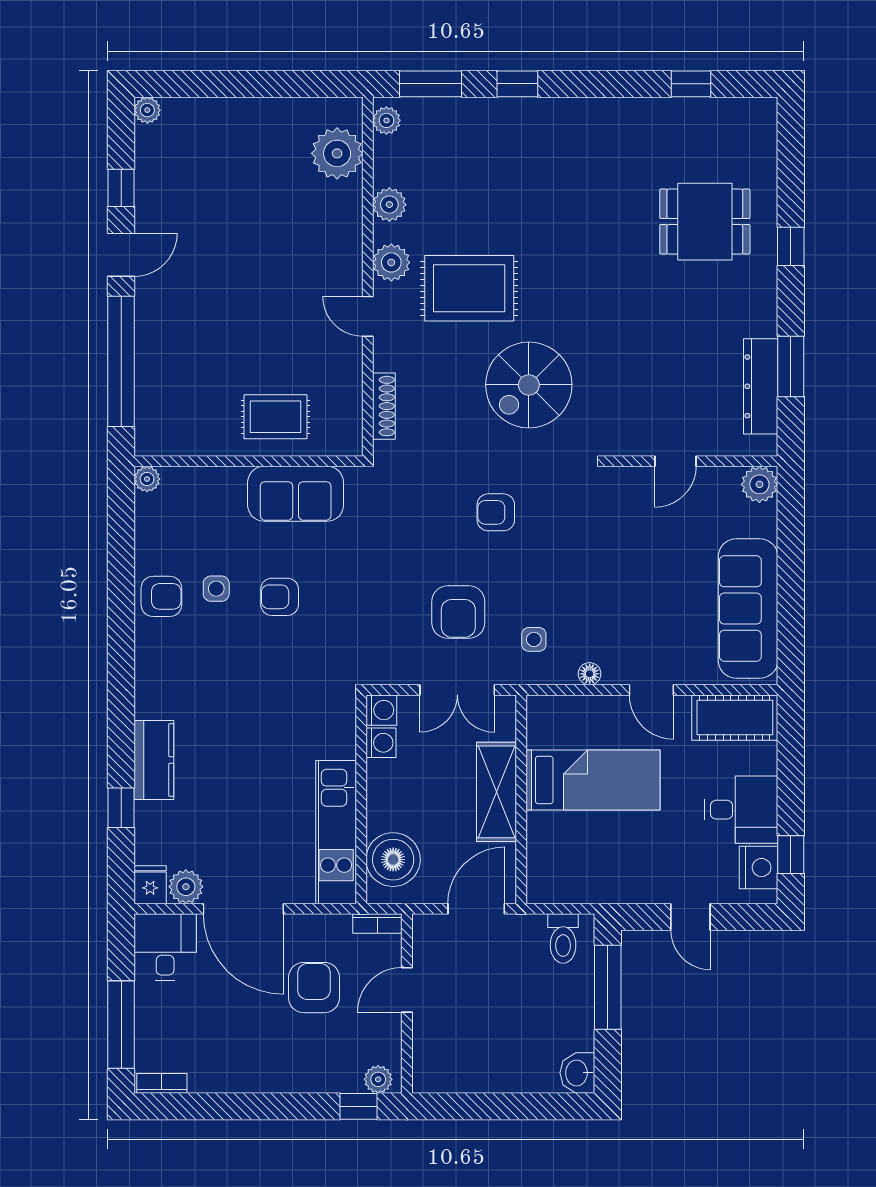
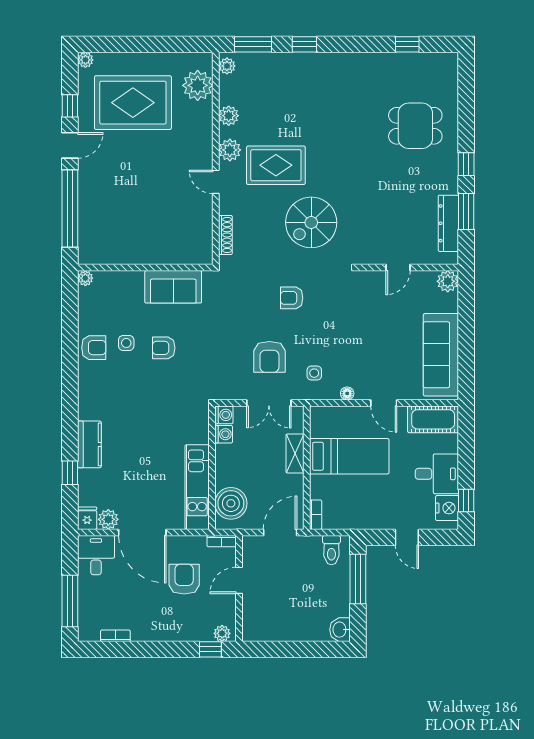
window: (791, 246) -> (466, 164), moved
rug: (275, 417) -> (133, 103), moved, width x1.86, depth x2.06
shelving: (496, 792) -> (295, 453), width x0.67, depth x0.75
bookcase: (536, 879) -> (316, 515), added
bookcase: (162, 1083) -> (115, 636), moved

